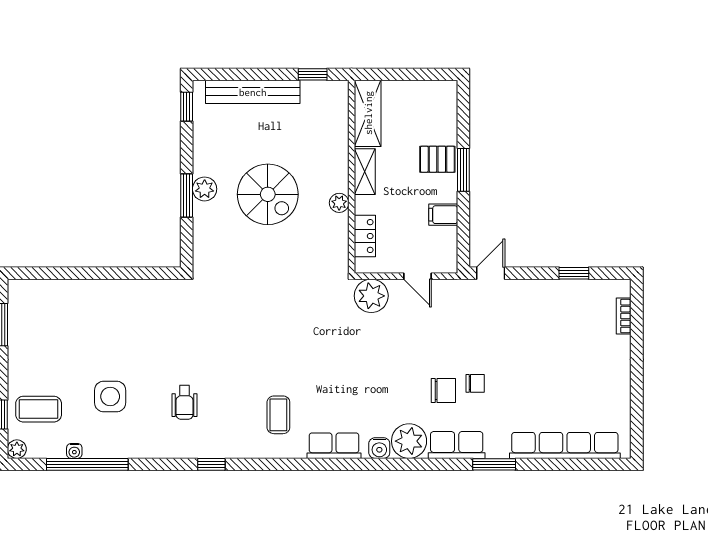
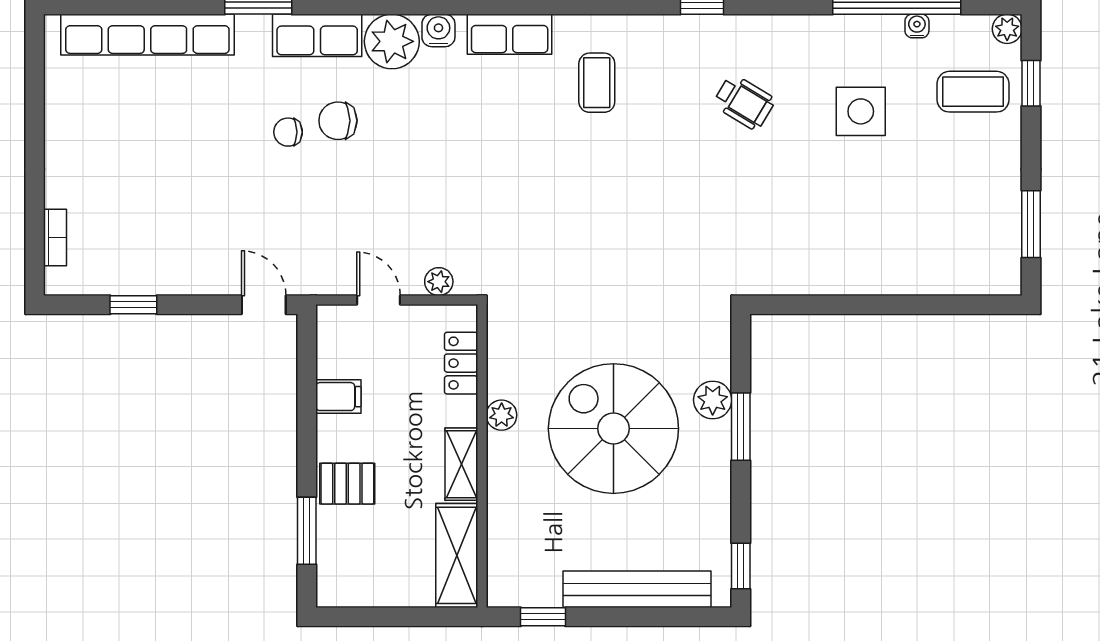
window: (463, 170) -> (307, 531), moved
plant: (205, 189) -> (713, 400), moved
spiral stairs: (268, 194) -> (613, 429), width x1.37, depth x1.37
door: (491, 273) -> (264, 305), swing flipped
plant: (371, 296) -> (439, 282), width x0.53, depth x0.53
wheelchair: (185, 402) -> (744, 102), turned 121

